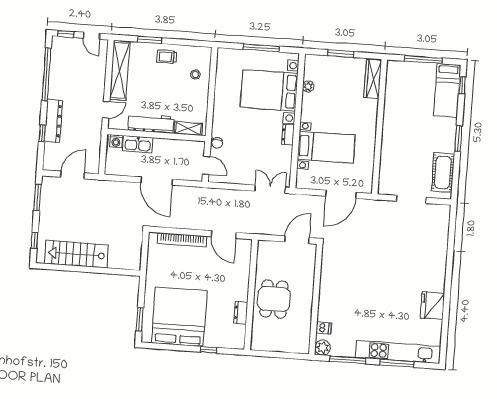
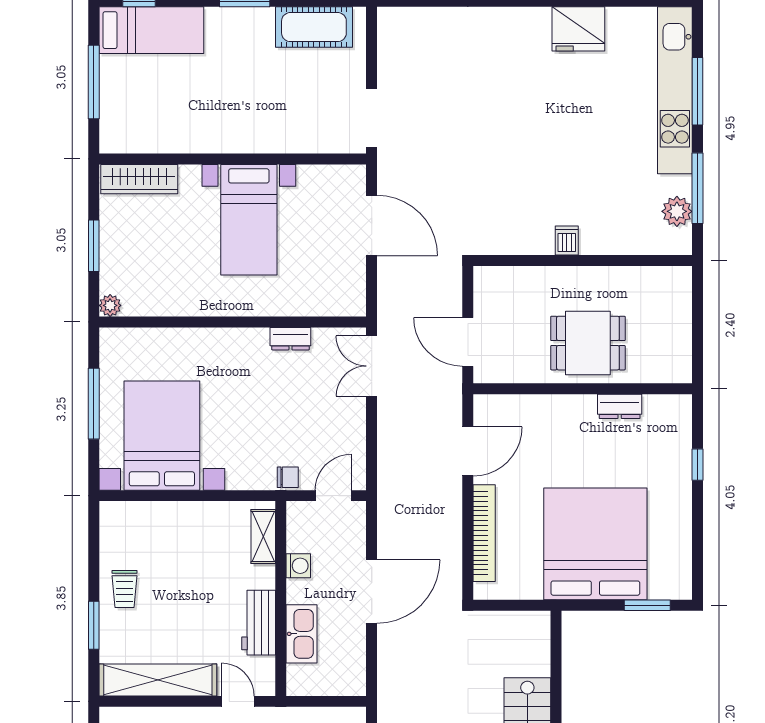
stool: (195, 75) -> (156, 530), removed
plant: (308, 87) -> (110, 305), moved
bed with nightstands: (269, 90) -> (162, 436), moved, turned 180
workbench: (151, 123) -> (259, 623), width x0.73
dresser: (288, 135) -> (290, 339), moved
washing machine: (116, 141) -> (298, 566), moved
bed with nightstands: (326, 147) -> (249, 220), moved, turned 180
doorway: (411, 199) -> (372, 118), moved
door: (297, 240) -> (468, 342), moved
bed: (179, 317) -> (595, 544), moved, turned 90
dishwasher: (324, 328) -> (567, 241), moved
plant: (323, 348) -> (677, 211), moved

